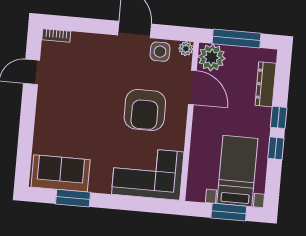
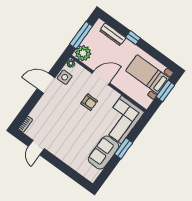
door: (192, 87) -> (101, 78), moved
armchair: (145, 110) -> (89, 102), width x0.53, depth x0.53
window: (276, 148) -> (148, 48), removed
sofa: (61, 173) -> (104, 153), moved
window: (73, 198) -> (124, 148), moved

